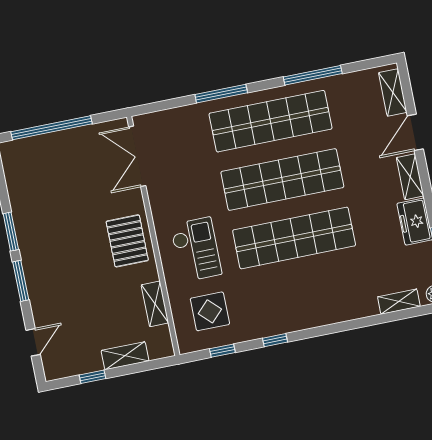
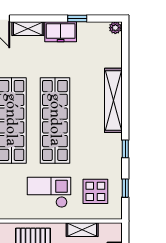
shelving: (399, 302) -> (113, 100), moved, width x2.20, depth x1.33

